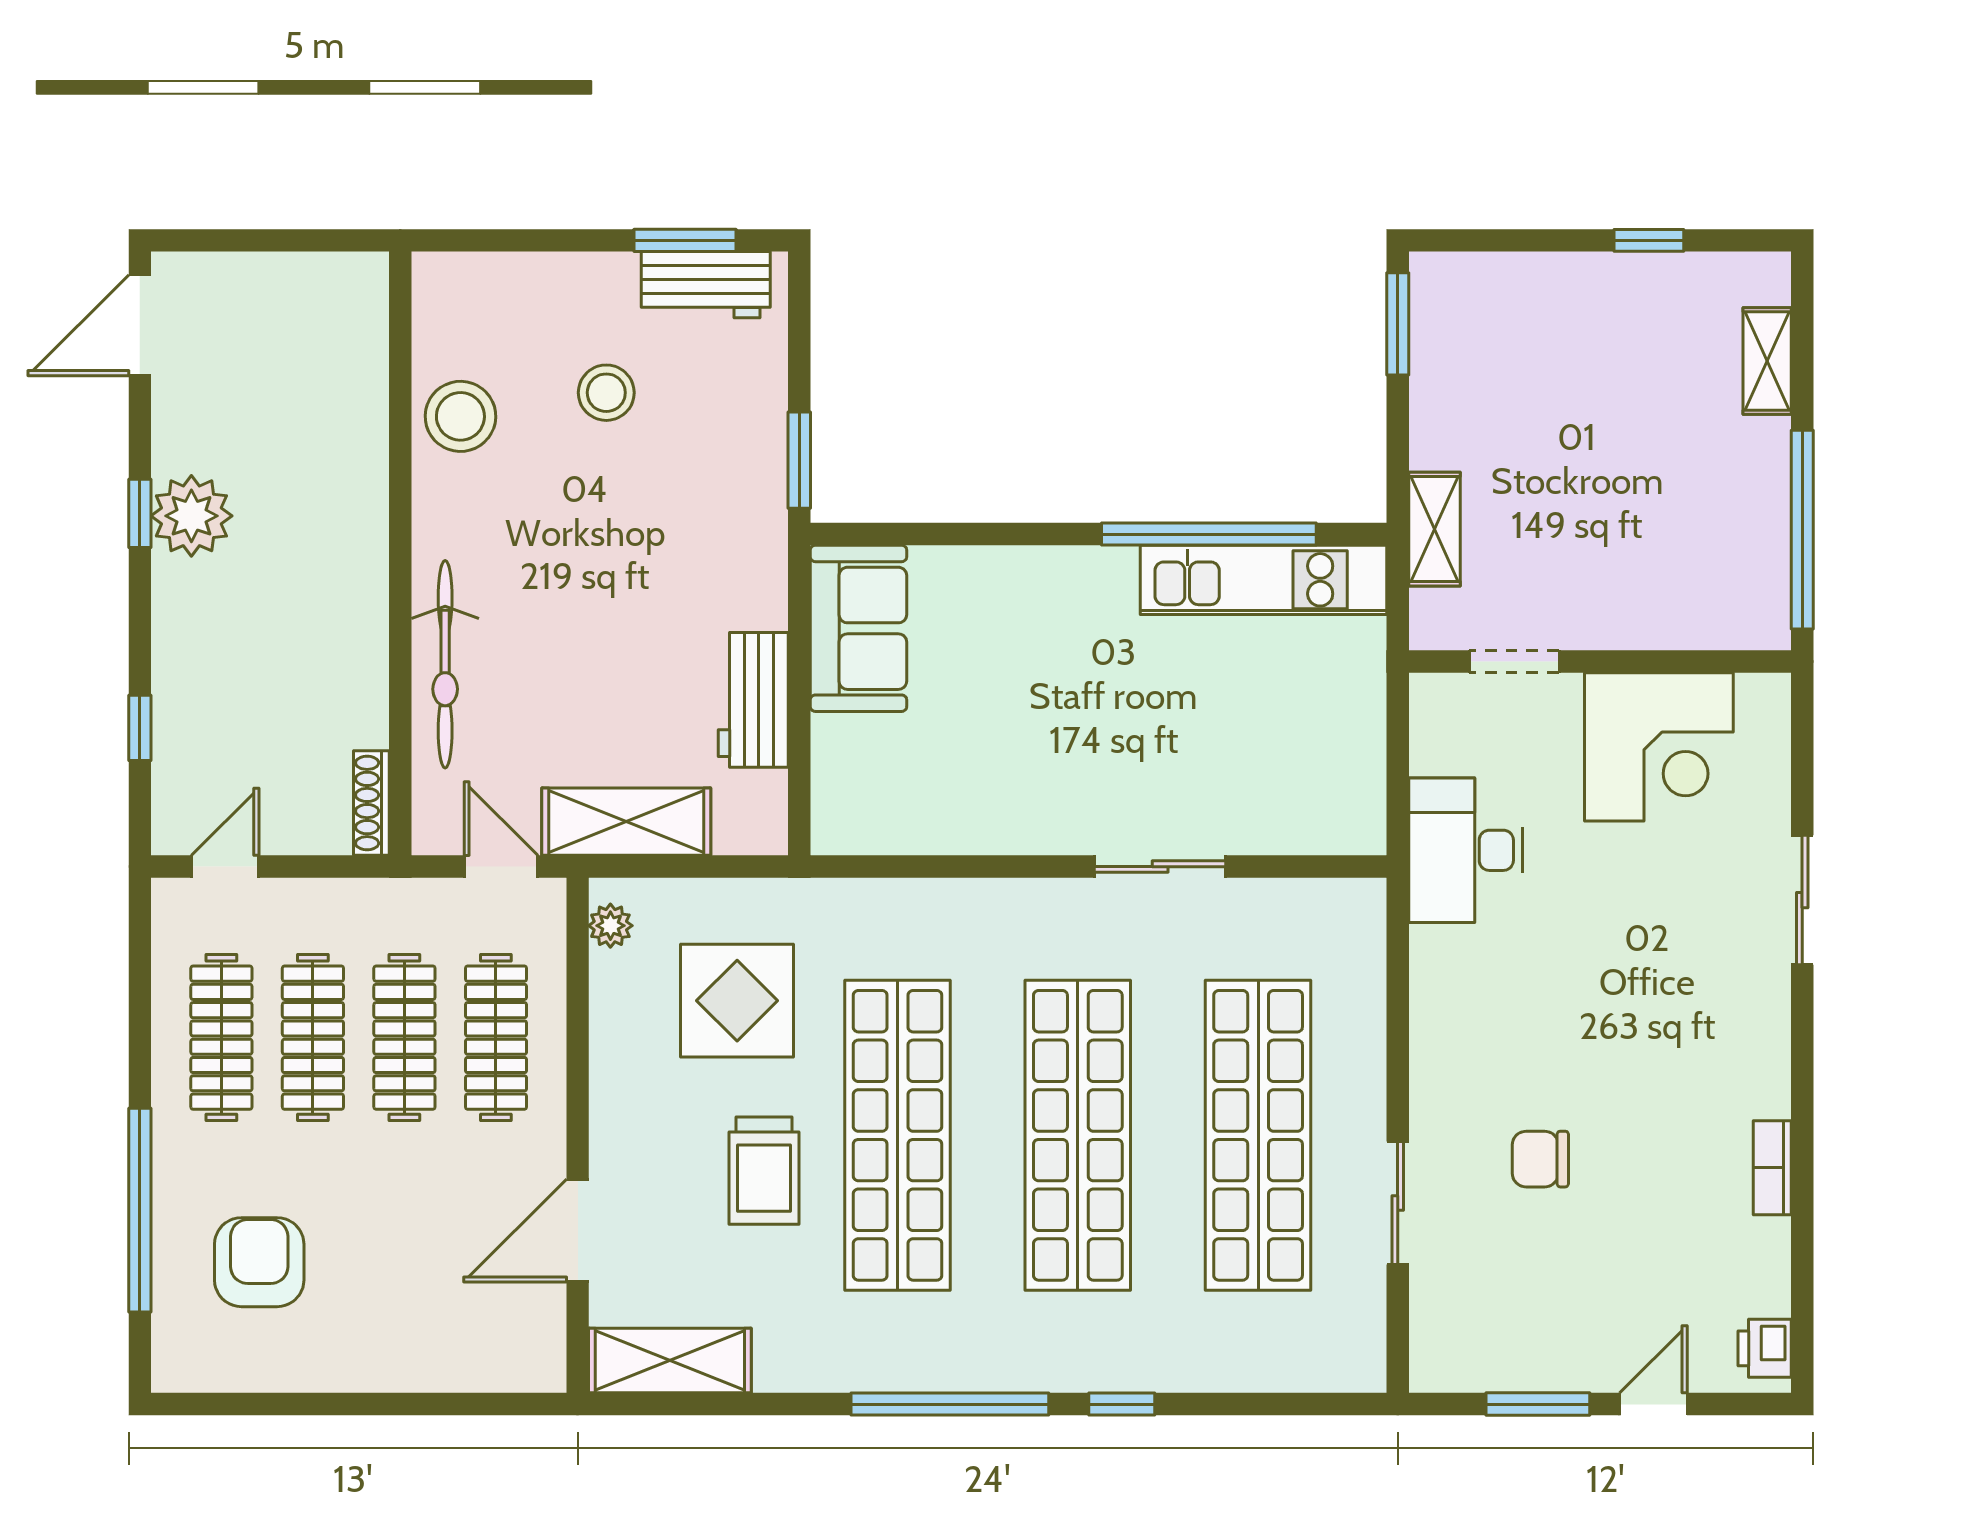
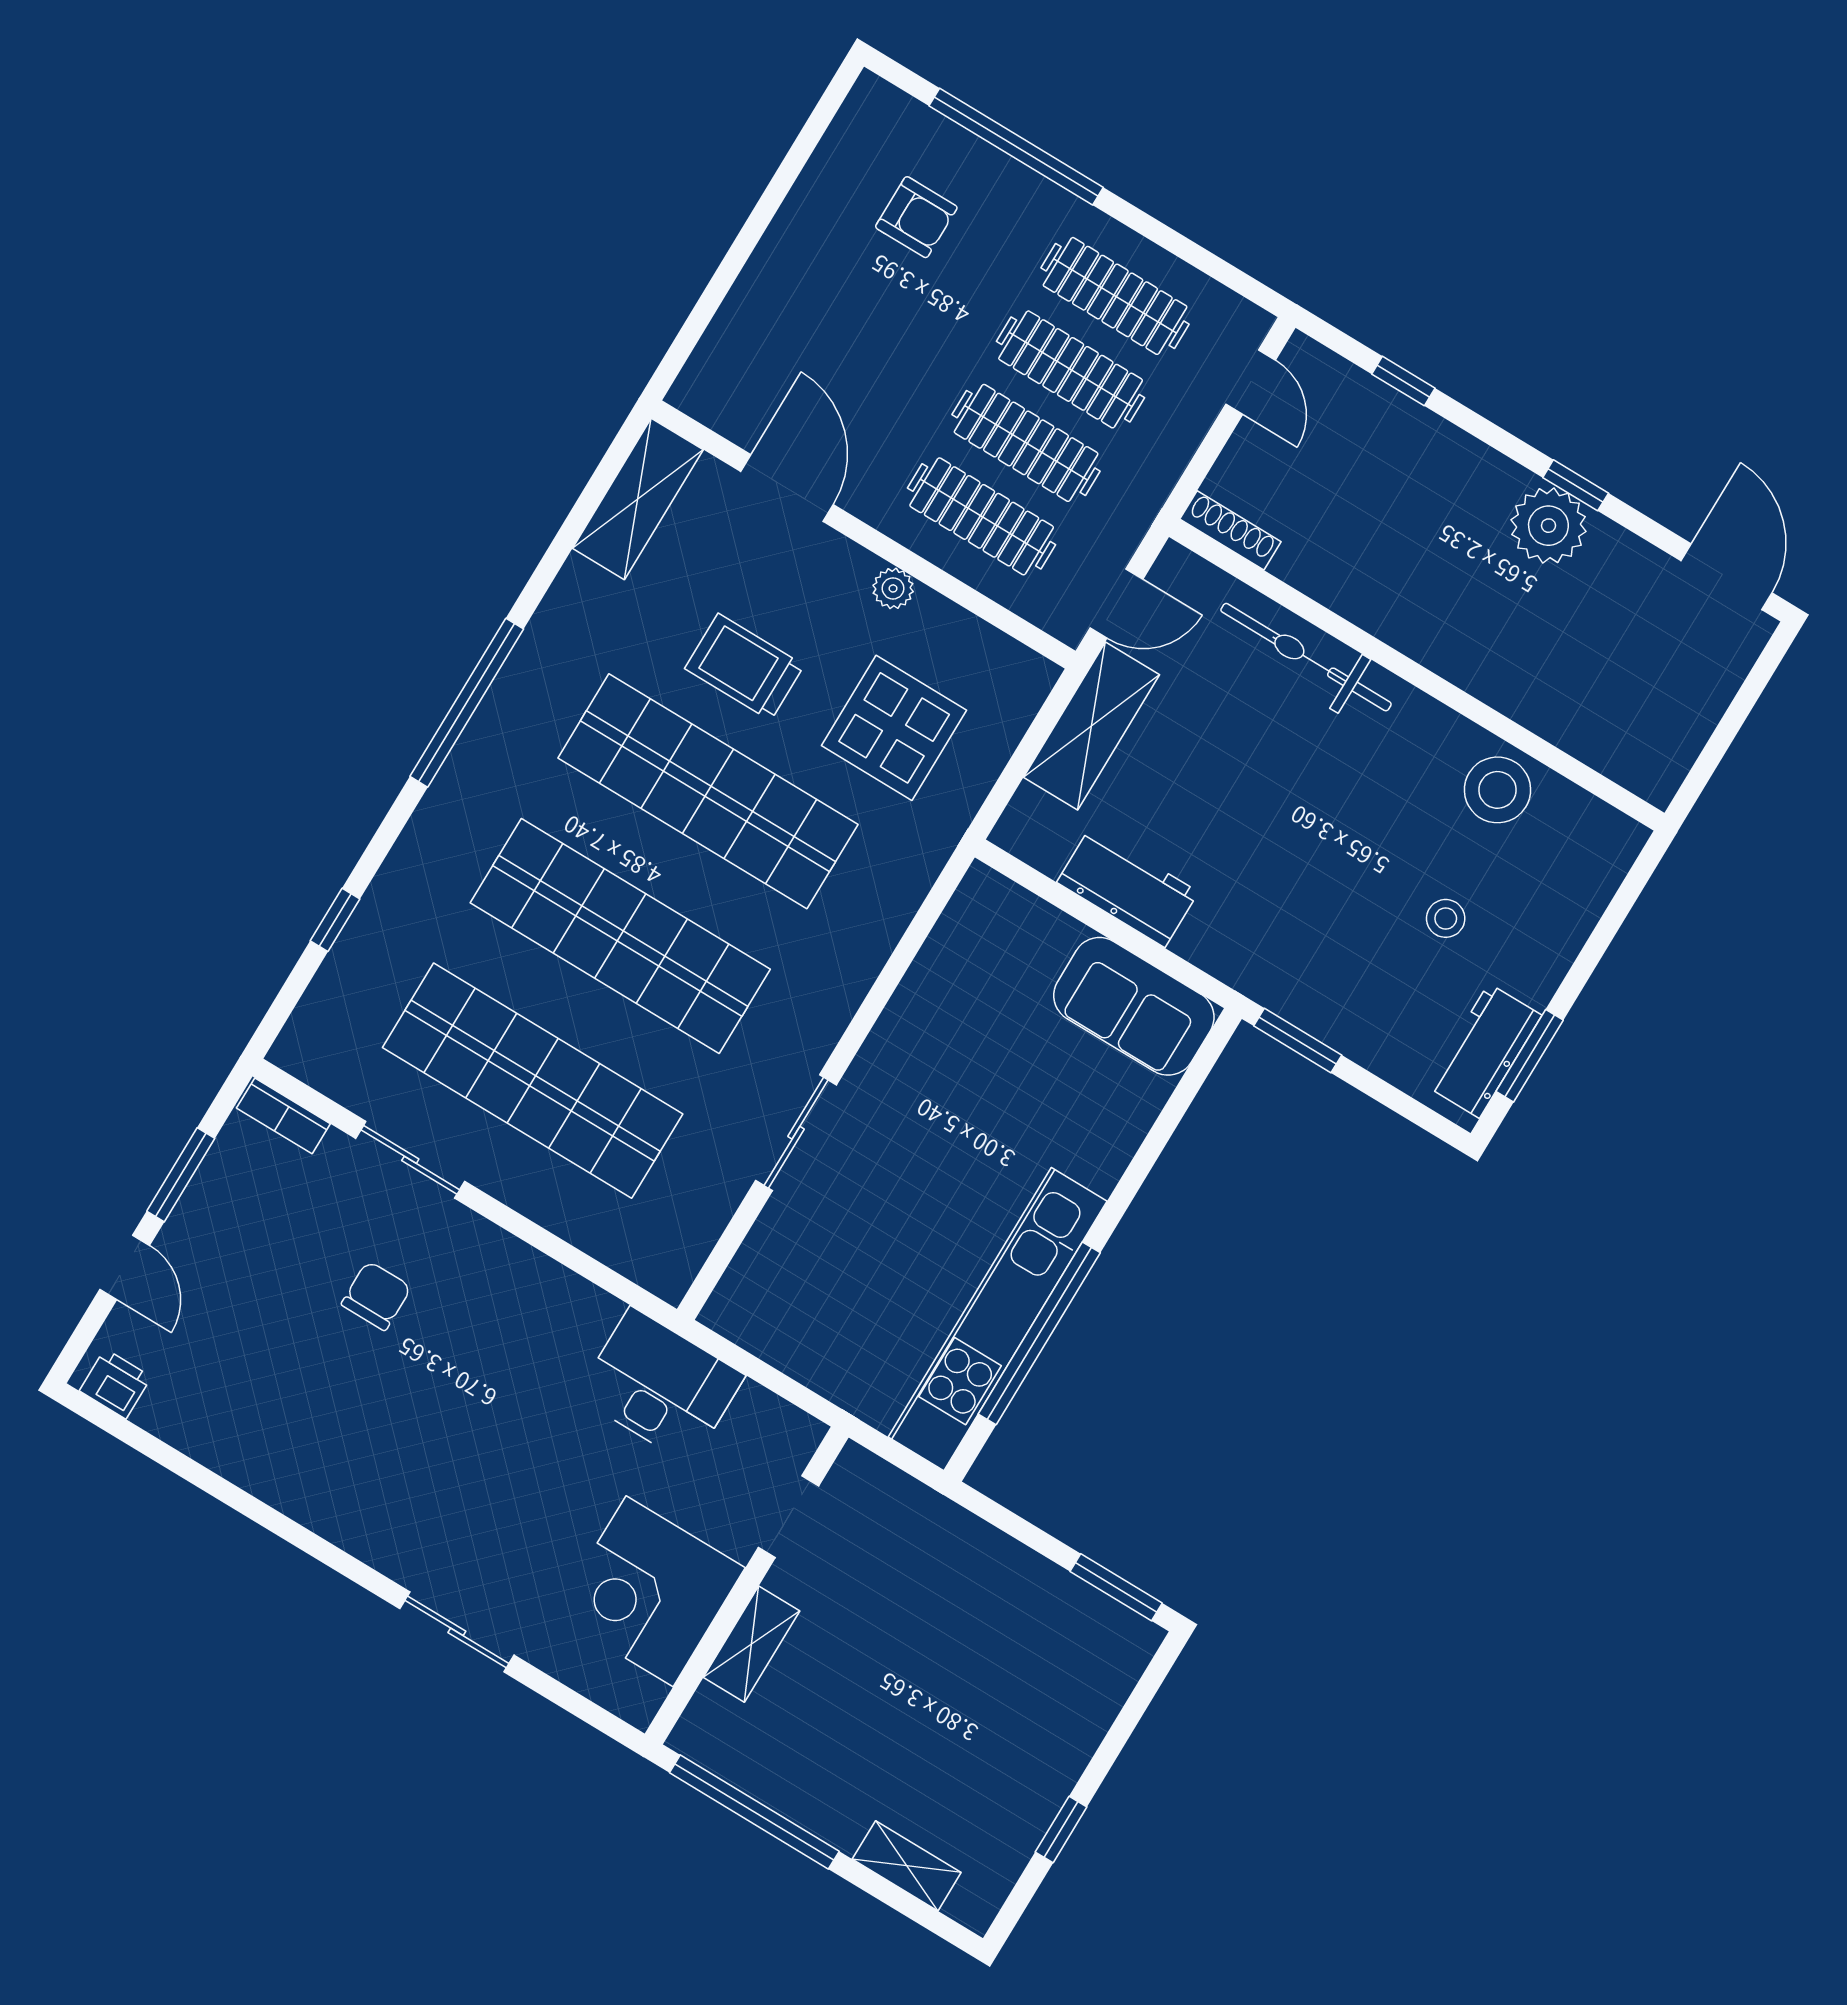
stool: (606, 393) -> (1446, 918), width x0.73, depth x0.73
shelving: (1434, 529) -> (752, 1644), moved, turned 90
kitchen unit: (1263, 580) -> (998, 1319), width x1.36
plant: (610, 926) -> (893, 588), moved
bookcase: (1772, 1168) -> (283, 1116), moved, turned 180
armchair: (259, 1262) -> (916, 217), width x0.72, depth x0.72
window: (1122, 1404) -> (335, 920), moved

